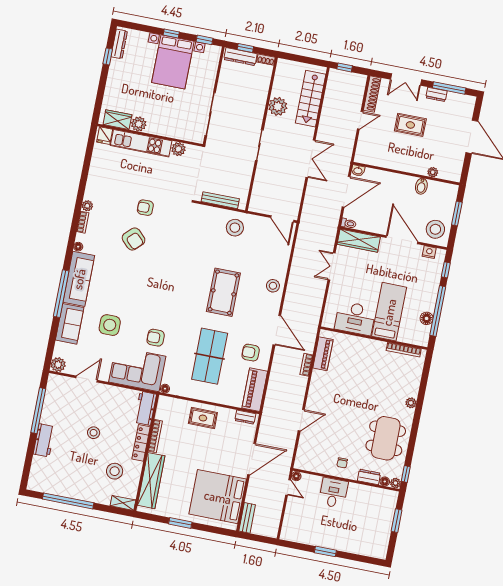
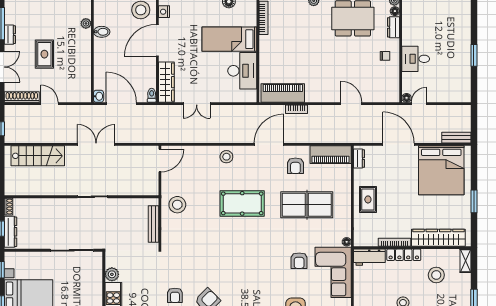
plant: (278, 106) -> (52, 186), removed
piano: (323, 354) -> (283, 93), width x1.37, depth x1.33

